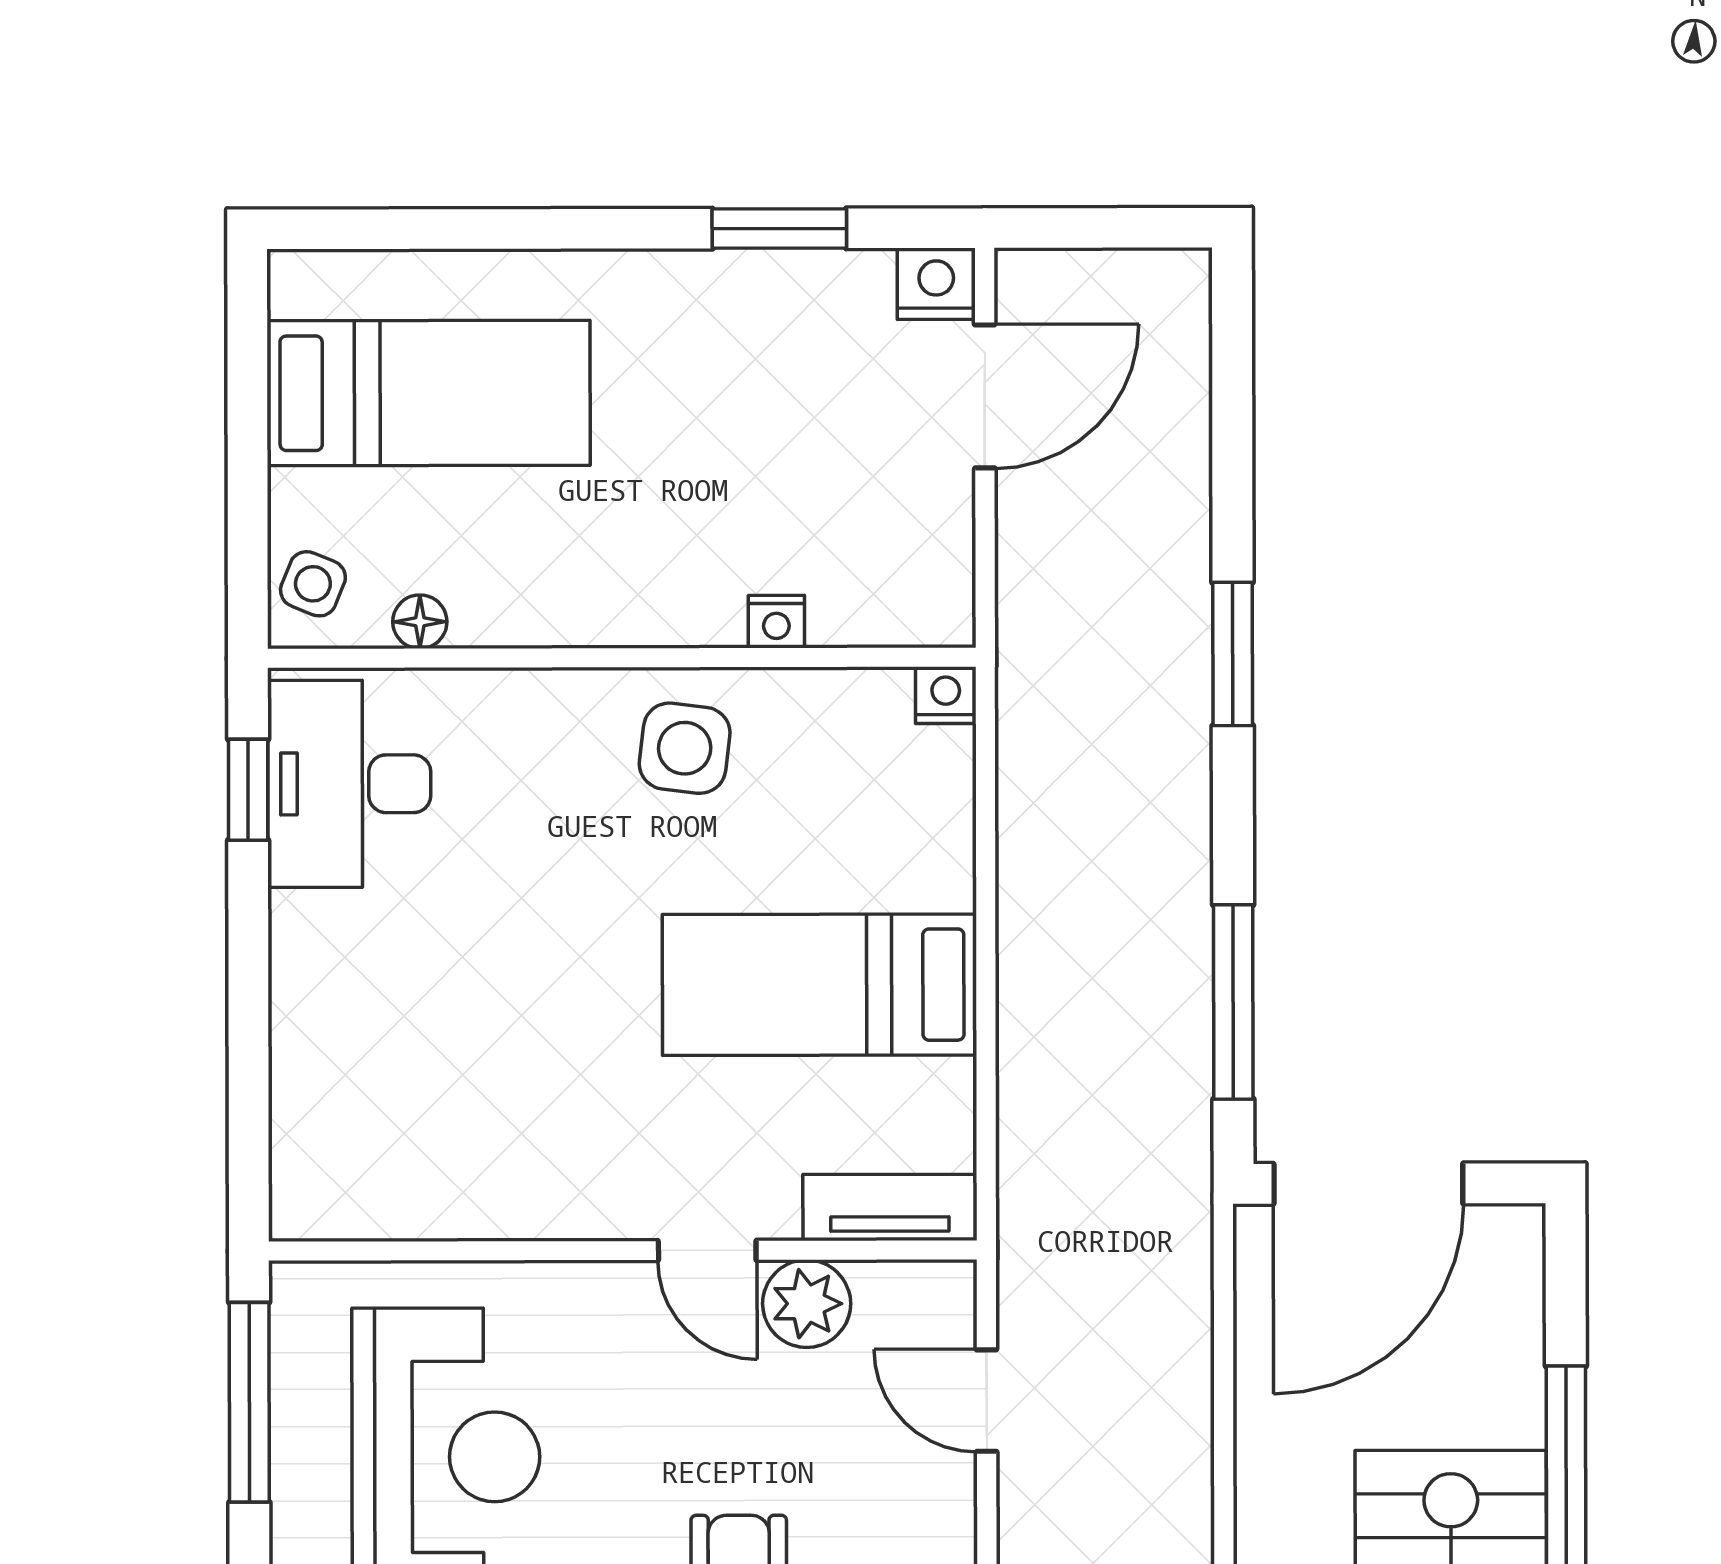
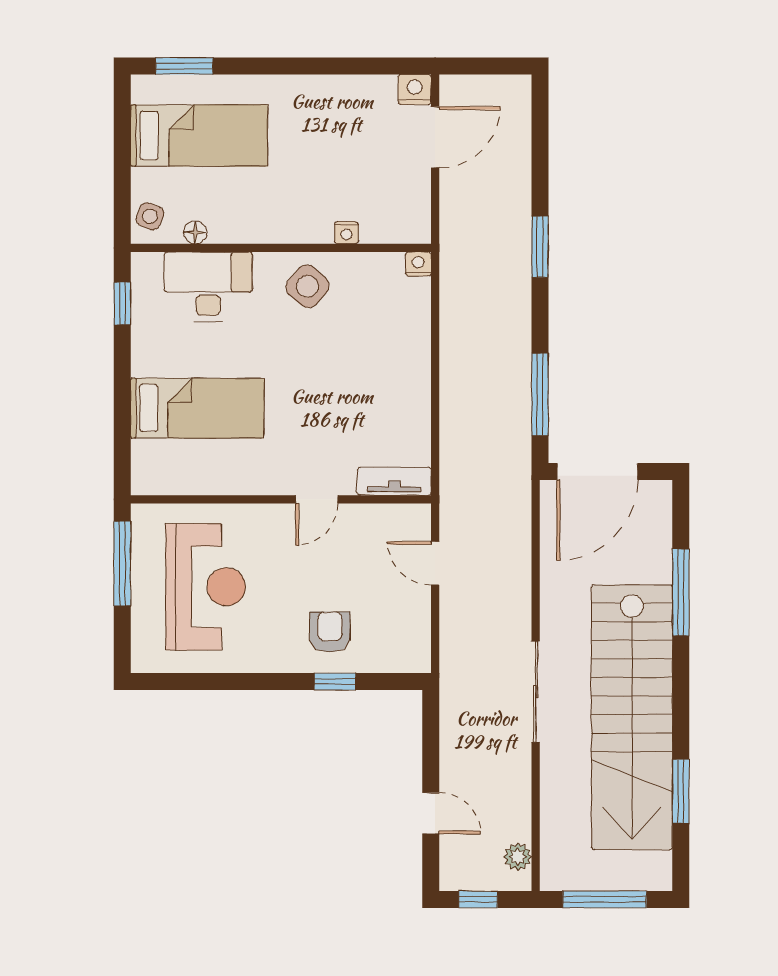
window: (779, 228) -> (184, 66), moved
side table: (685, 748) -> (307, 286), turned 34
desk: (349, 784) -> (208, 286), moved, turned 90
bed: (819, 985) -> (197, 408), moved, turned 180
door: (707, 1250) -> (317, 499), hinge flipped
plant: (807, 1304) -> (359, 522), removed

